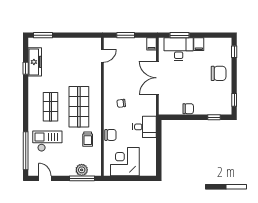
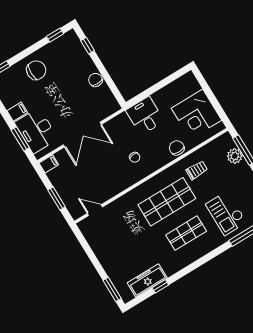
chair: (219, 73) -> (36, 70), turned 90

